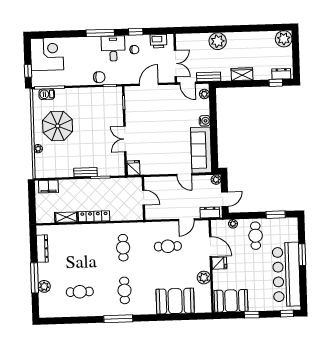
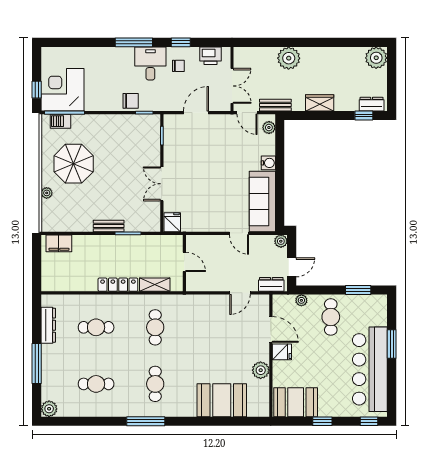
corner desk: (47, 54) -> (62, 90), moved, turned -90
shelving: (66, 217) -> (155, 285), moved
cafe table: (168, 246) -> (96, 327), moved
plant: (44, 286) -> (49, 409), moved

